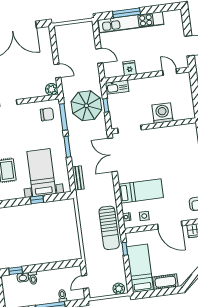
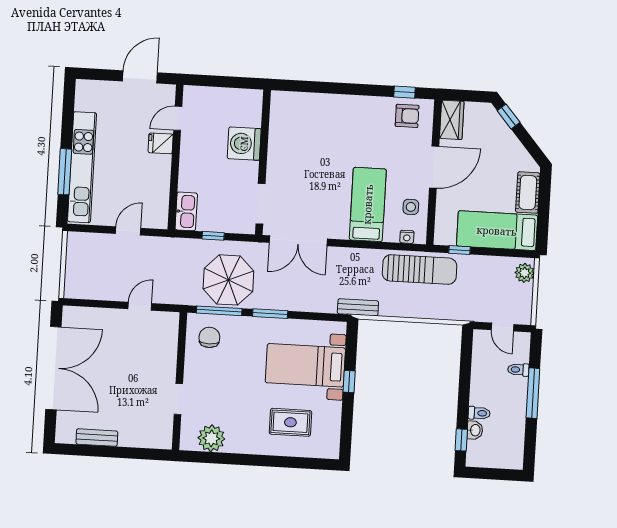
fridge: (130, 68) -> (161, 143), moved
plant: (52, 89) -> (169, 322), removed
parasol: (86, 106) -> (228, 280), moved
bench: (78, 178) -> (358, 307), moved

